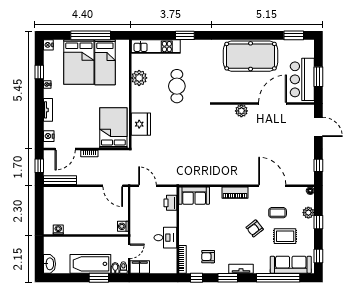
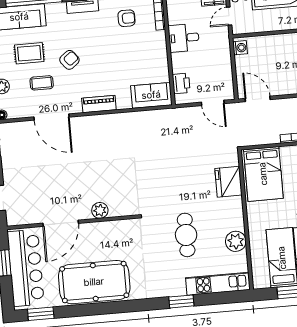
bar counter: (302, 79) -> (26, 268), width x1.36

